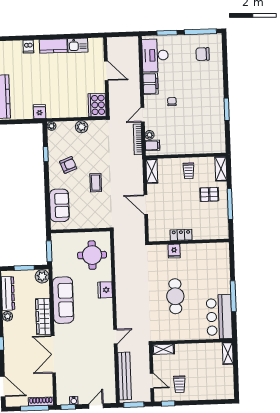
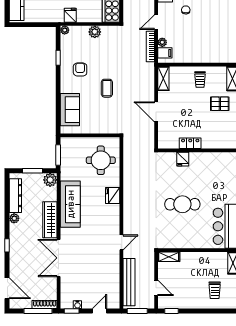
fridge: (40, 112) -> (70, 15), moved
armchair: (68, 165) -> (80, 69), turned -69
cafe table: (175, 296) -> (182, 204), turned 90
trolley: (179, 384) -> (215, 290), moved

